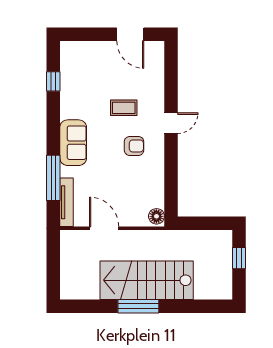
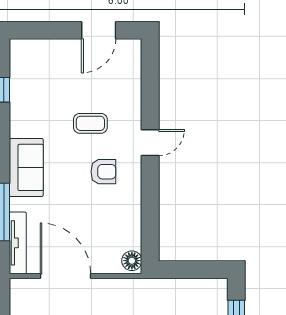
door: (130, 34) -> (99, 30), hinge flipped
door: (104, 228) -> (65, 276), width x1.36

